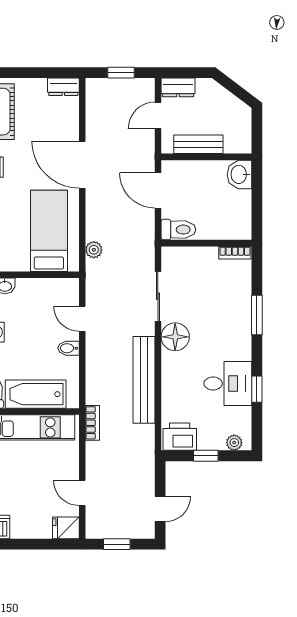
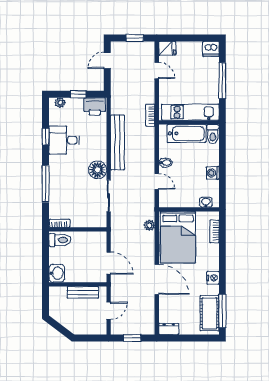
dresser: (178, 87) -> (96, 329), removed
toilet: (178, 230) -> (60, 240), moved, turned 180
bed: (49, 231) -> (178, 237), width x1.50
window: (257, 315) -> (46, 184), width x1.44

